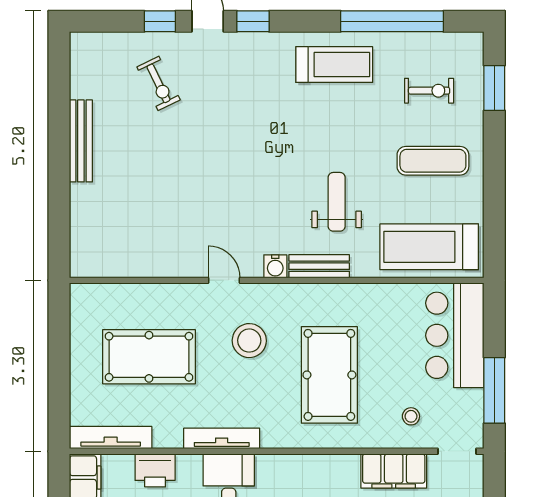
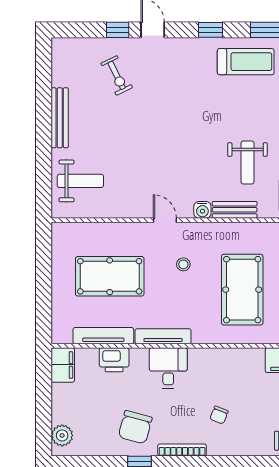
window: (253, 21) -> (210, 30), moved
weight bench: (337, 202) -> (248, 162), turned 180
weight bench: (109, 227) -> (80, 181), added
stool: (249, 341) -> (183, 264), width x0.53, depth x0.53
tv unit: (111, 438) -> (103, 336), moved

